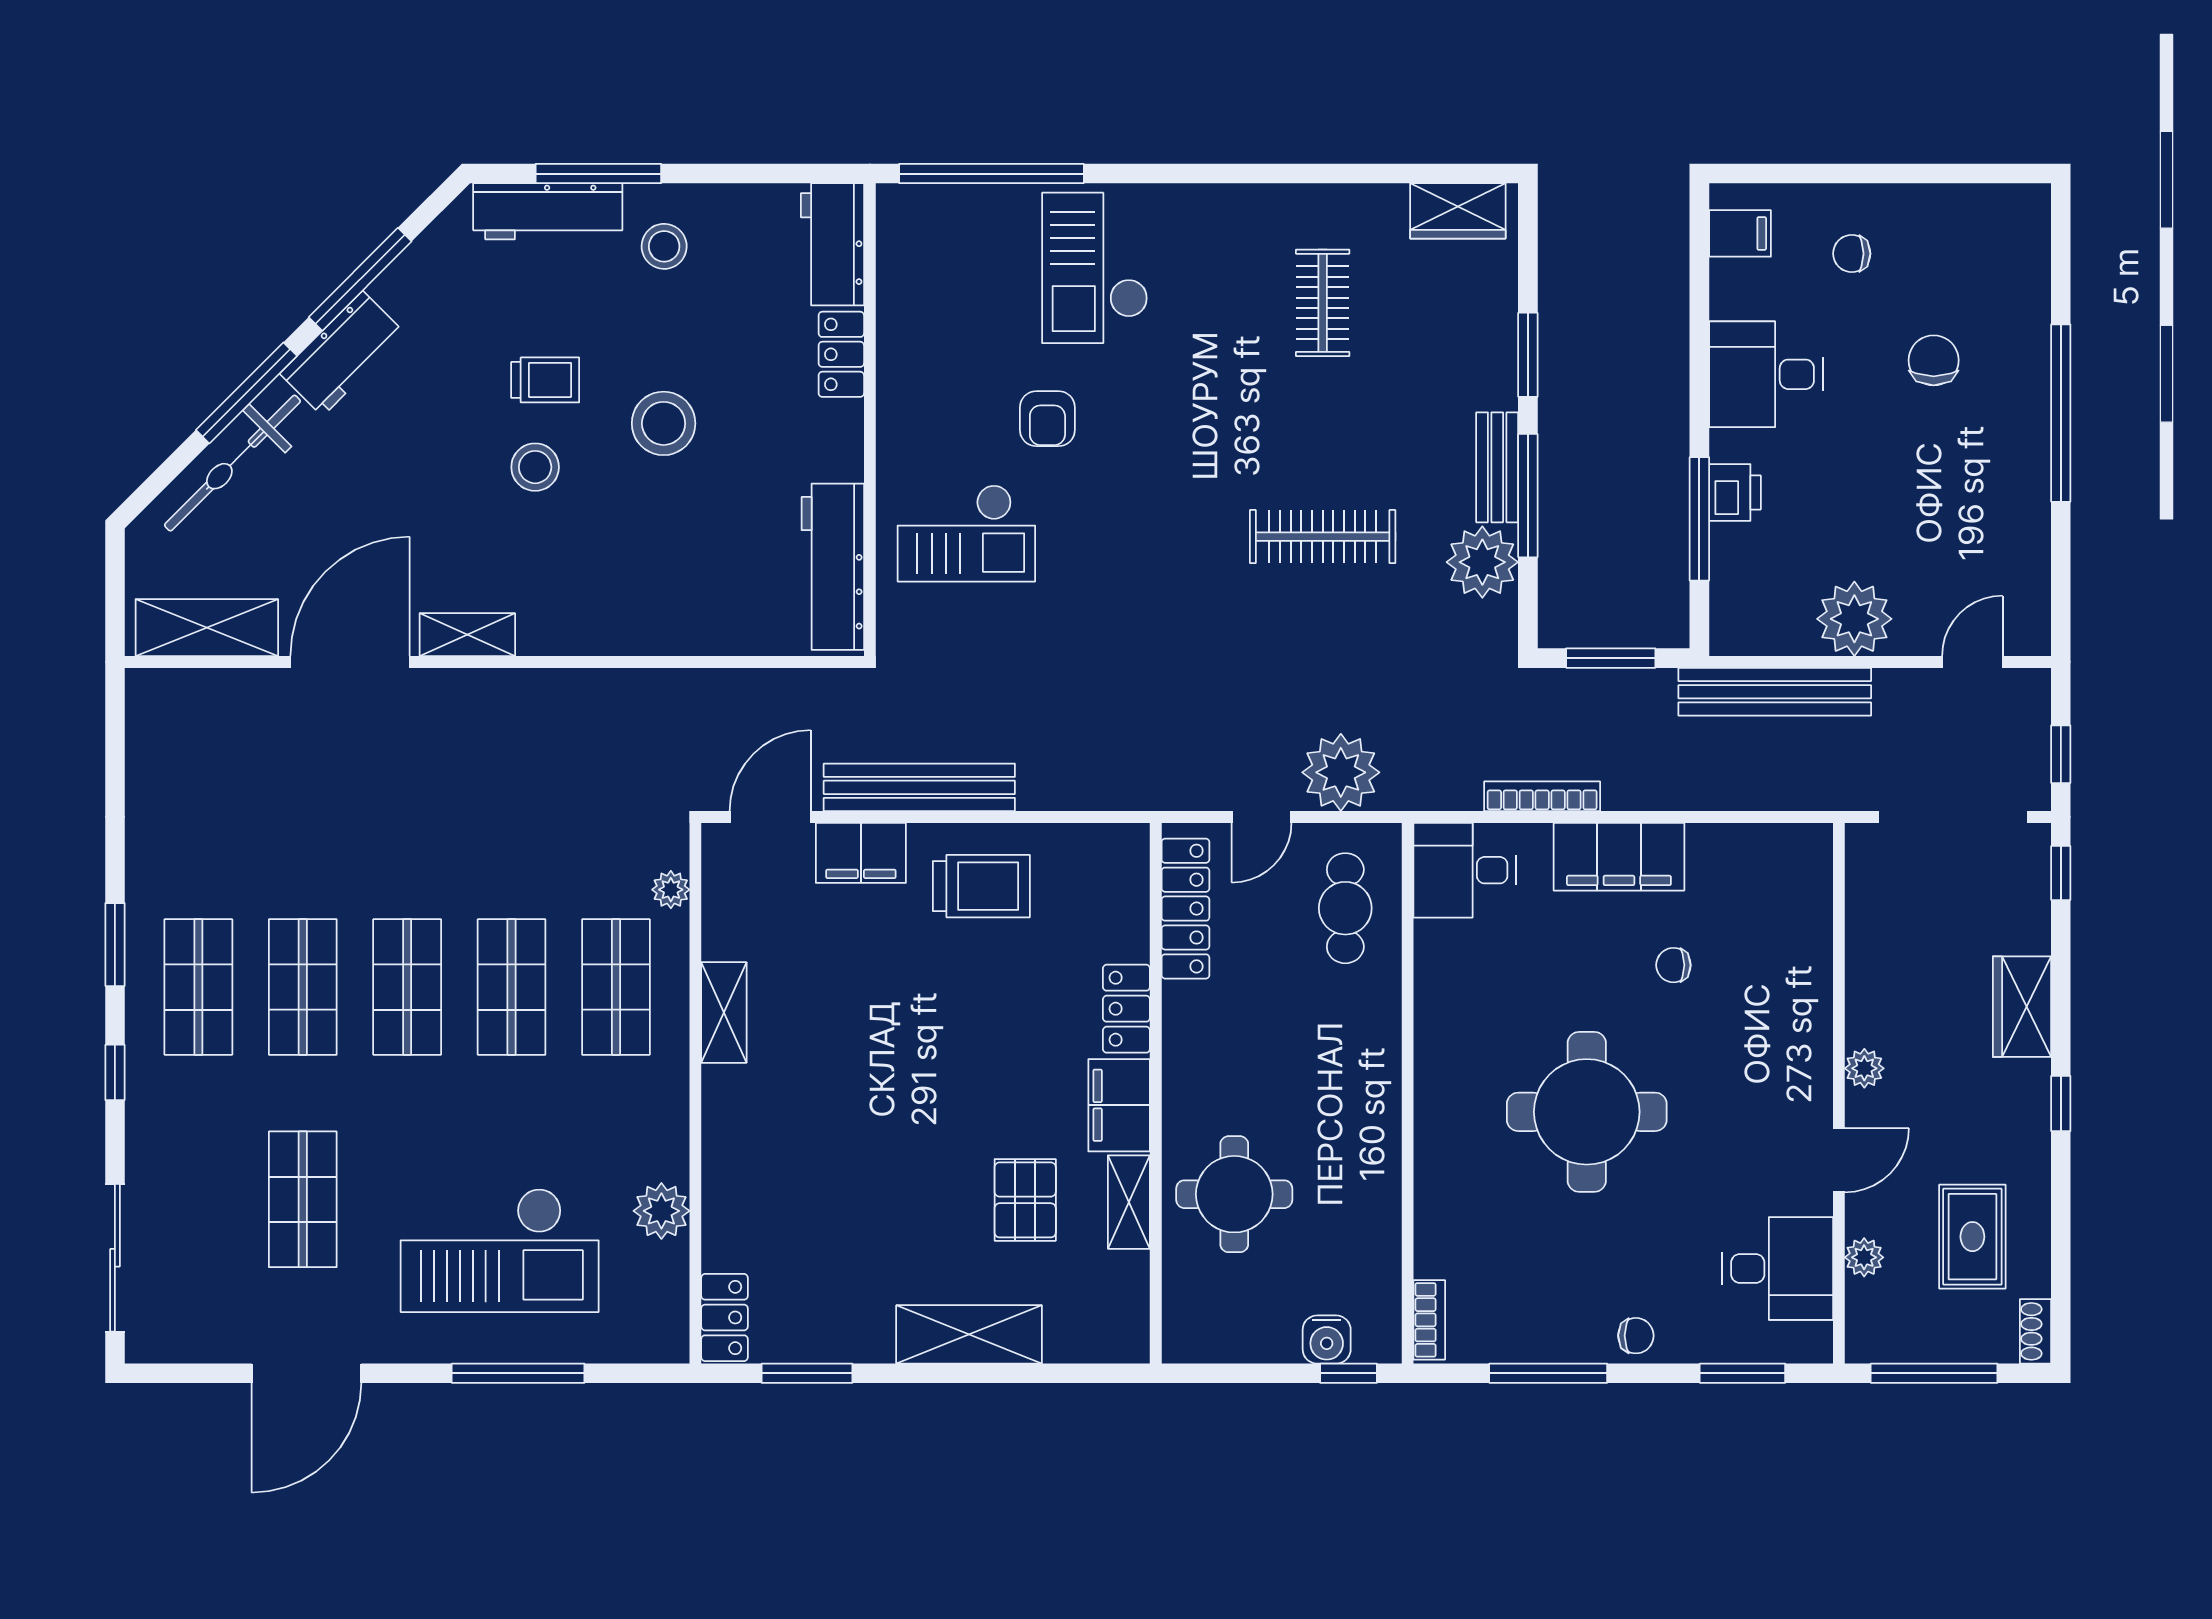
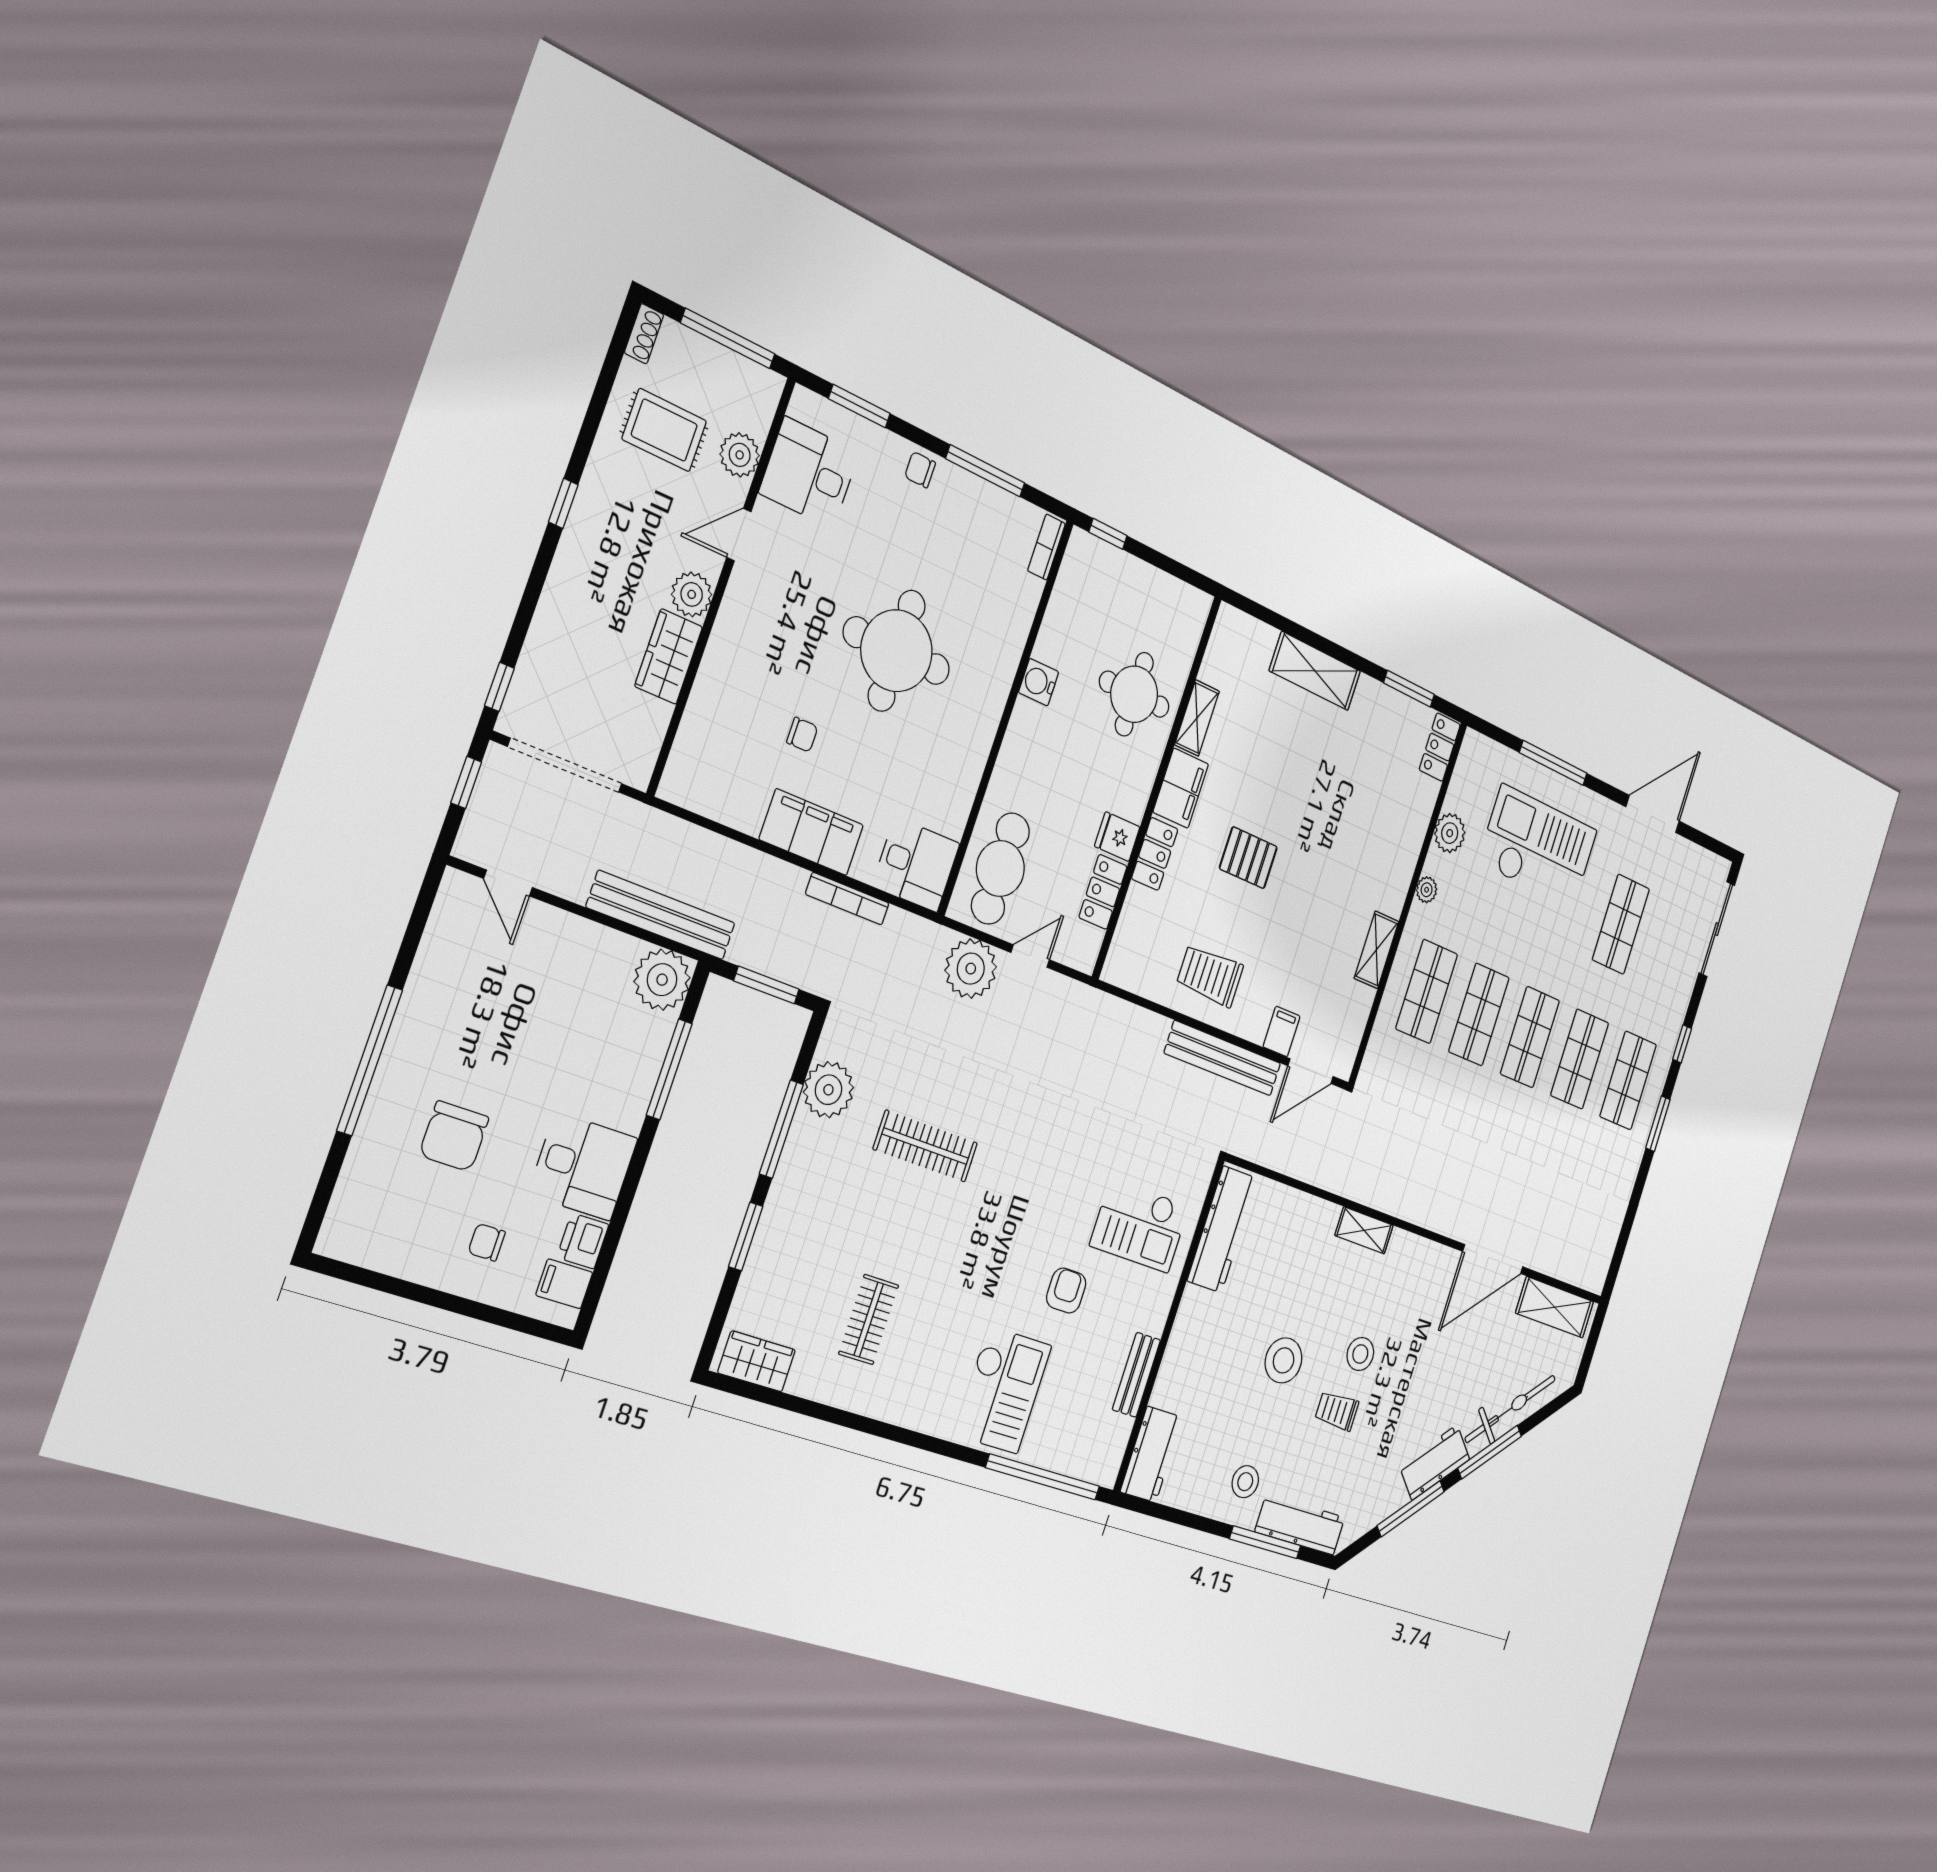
chair: (1852, 254) -> (487, 1242), turned 180
locker: (841, 354) -> (1171, 1376), removed
chair: (1934, 360) -> (454, 1136), width x1.37, depth x1.37
bench: (1497, 467) -> (1136, 1375), moved
printer: (1735, 492) -> (583, 1241), moved
checkout: (966, 533) -> (1140, 1226), turned 180
plant: (1854, 619) -> (662, 980), moved
shelving: (467, 635) -> (1364, 1230), moved
door: (1972, 662) -> (508, 883), hinge flipped
filing cabinet: (861, 853) -> (1282, 1032), width x0.50
plant: (671, 890) -> (1427, 890), moved
cafe table: (1345, 908) -> (1000, 869), width x1.37, depth x1.35
locker: (1185, 909) -> (1103, 892), width x0.66
wardrobe: (2022, 1007) -> (669, 657), moved, turned 180
fridge: (1191, 1009) -> (1117, 837), added
plant: (1864, 1068) -> (692, 594), width x1.38, depth x1.38
pallet: (1025, 1200) -> (1248, 858), moved, turned 90
rug: (1972, 1237) -> (664, 430), turned 90
plant: (1864, 1257) -> (740, 455), width x1.38, depth x1.38
water cooler: (1327, 1340) -> (1039, 682), moved, turned -90

